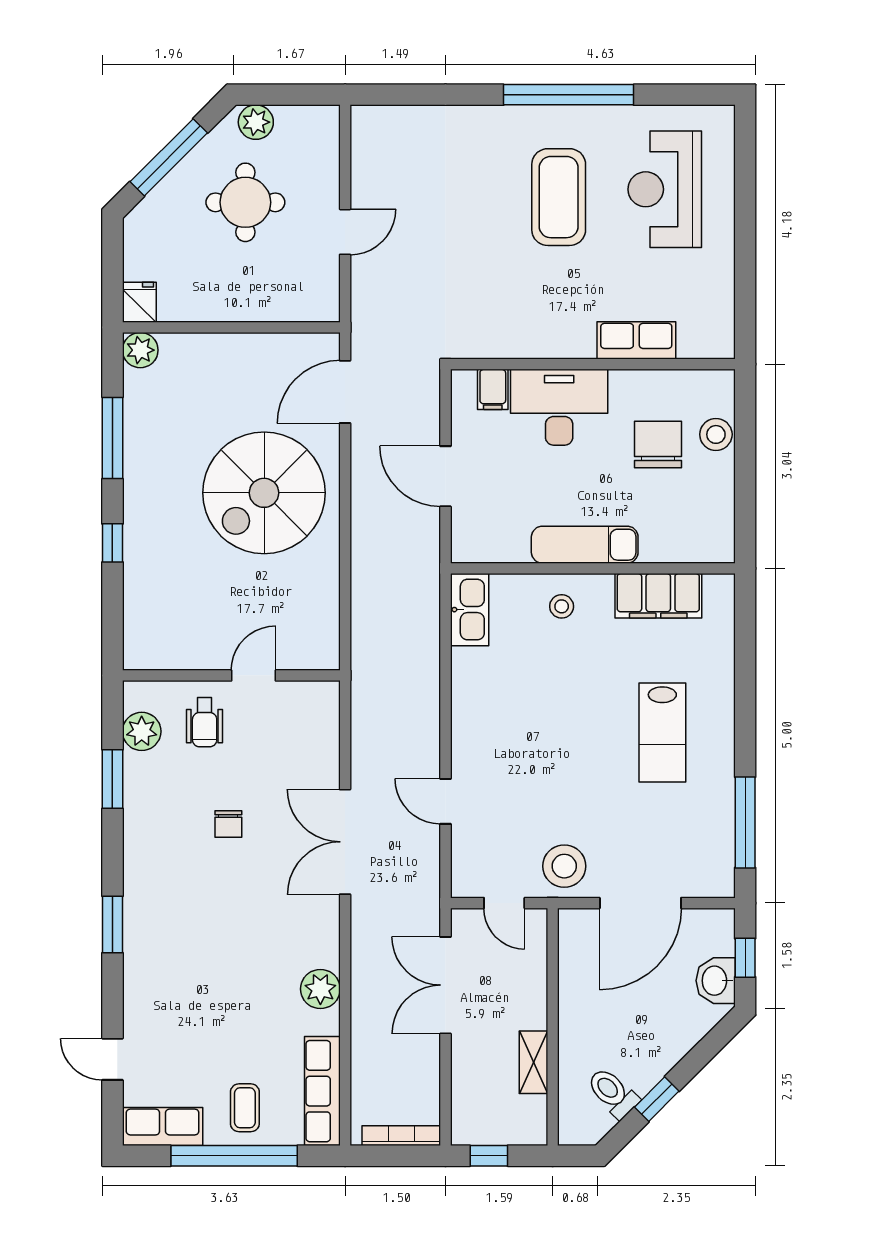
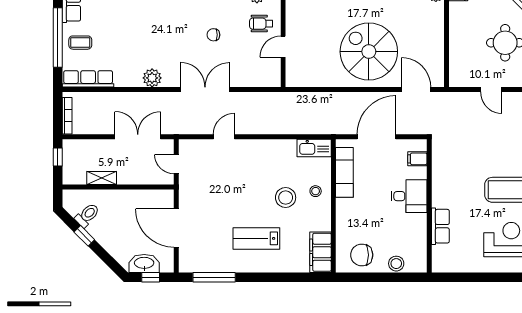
desk: (559, 407) -> (409, 196), width x0.73
chair: (658, 445) -> (362, 255), moved, turned 180
door: (446, 476) -> (377, 137), width x1.36
exam couch: (585, 545) -> (344, 172), moved
filing cabinet: (658, 596) -> (321, 252), moved
door: (253, 675) -> (283, 47), swing flipped
stool: (564, 866) -> (286, 198), moved
door: (504, 903) -> (176, 164), hinge flipped
washbasin: (716, 981) -> (144, 263), width x1.38
plant: (320, 989) -> (152, 78), moved

